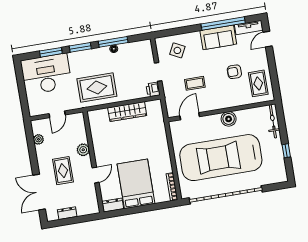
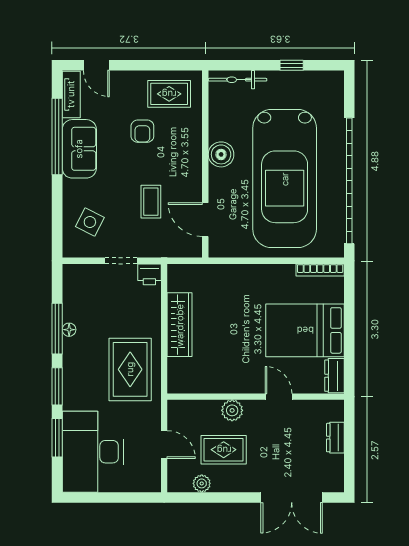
rug: (63, 171) -> (224, 450), moved
dresser: (67, 213) -> (335, 438), moved

